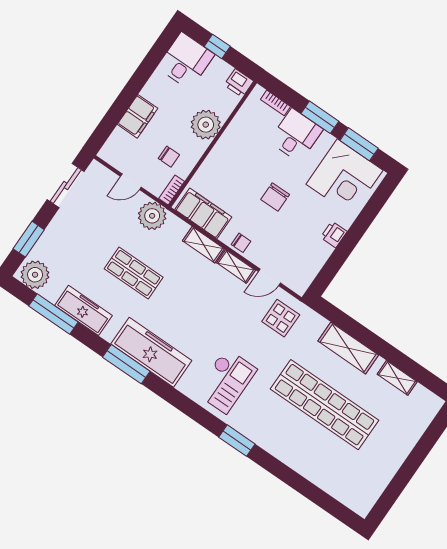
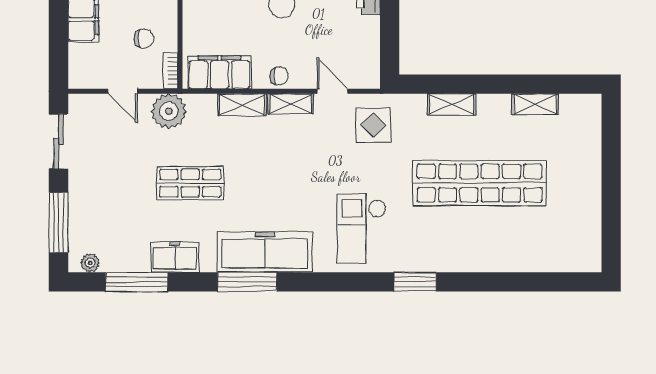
door: (131, 182) -> (123, 91), hinge flipped
window: (29, 239) -> (59, 223), width x1.44
plant: (35, 275) -> (90, 263), width x0.53, depth x0.53
door: (269, 277) -> (333, 91), swing flipped
freezer: (84, 310) -> (175, 257), width x0.71
shelving: (348, 348) -> (452, 105), width x0.67, depth x0.75
checkout: (226, 381) -> (362, 228), turned 180

